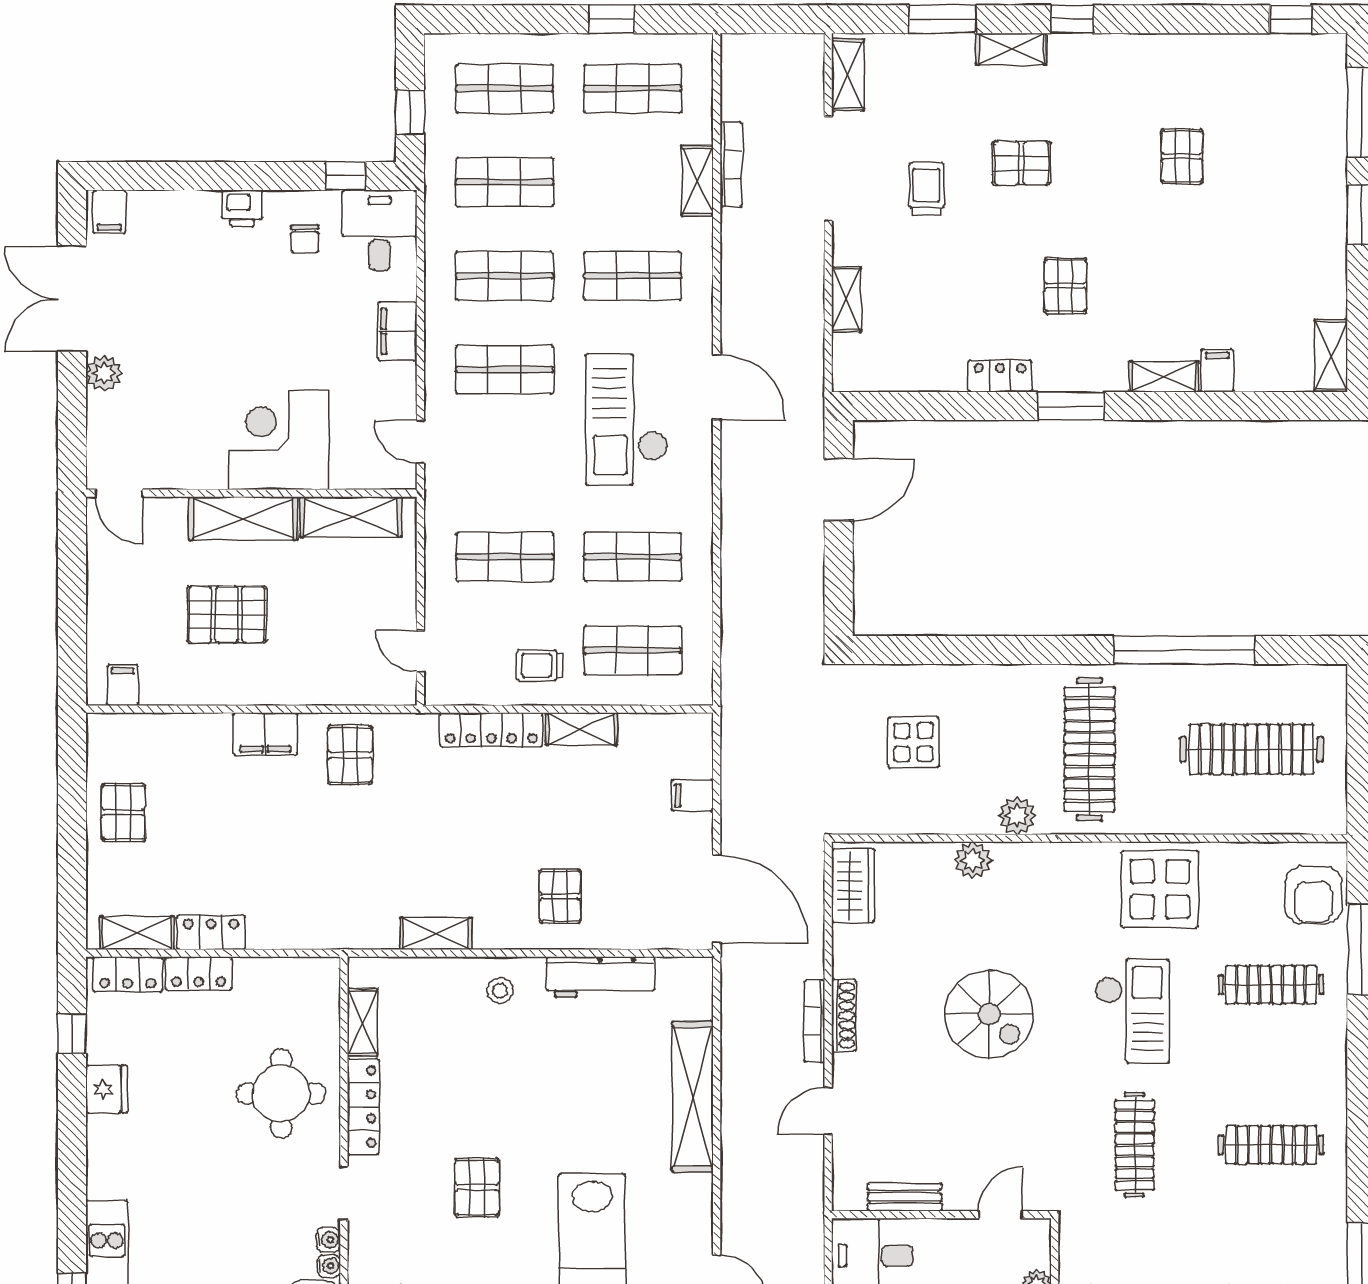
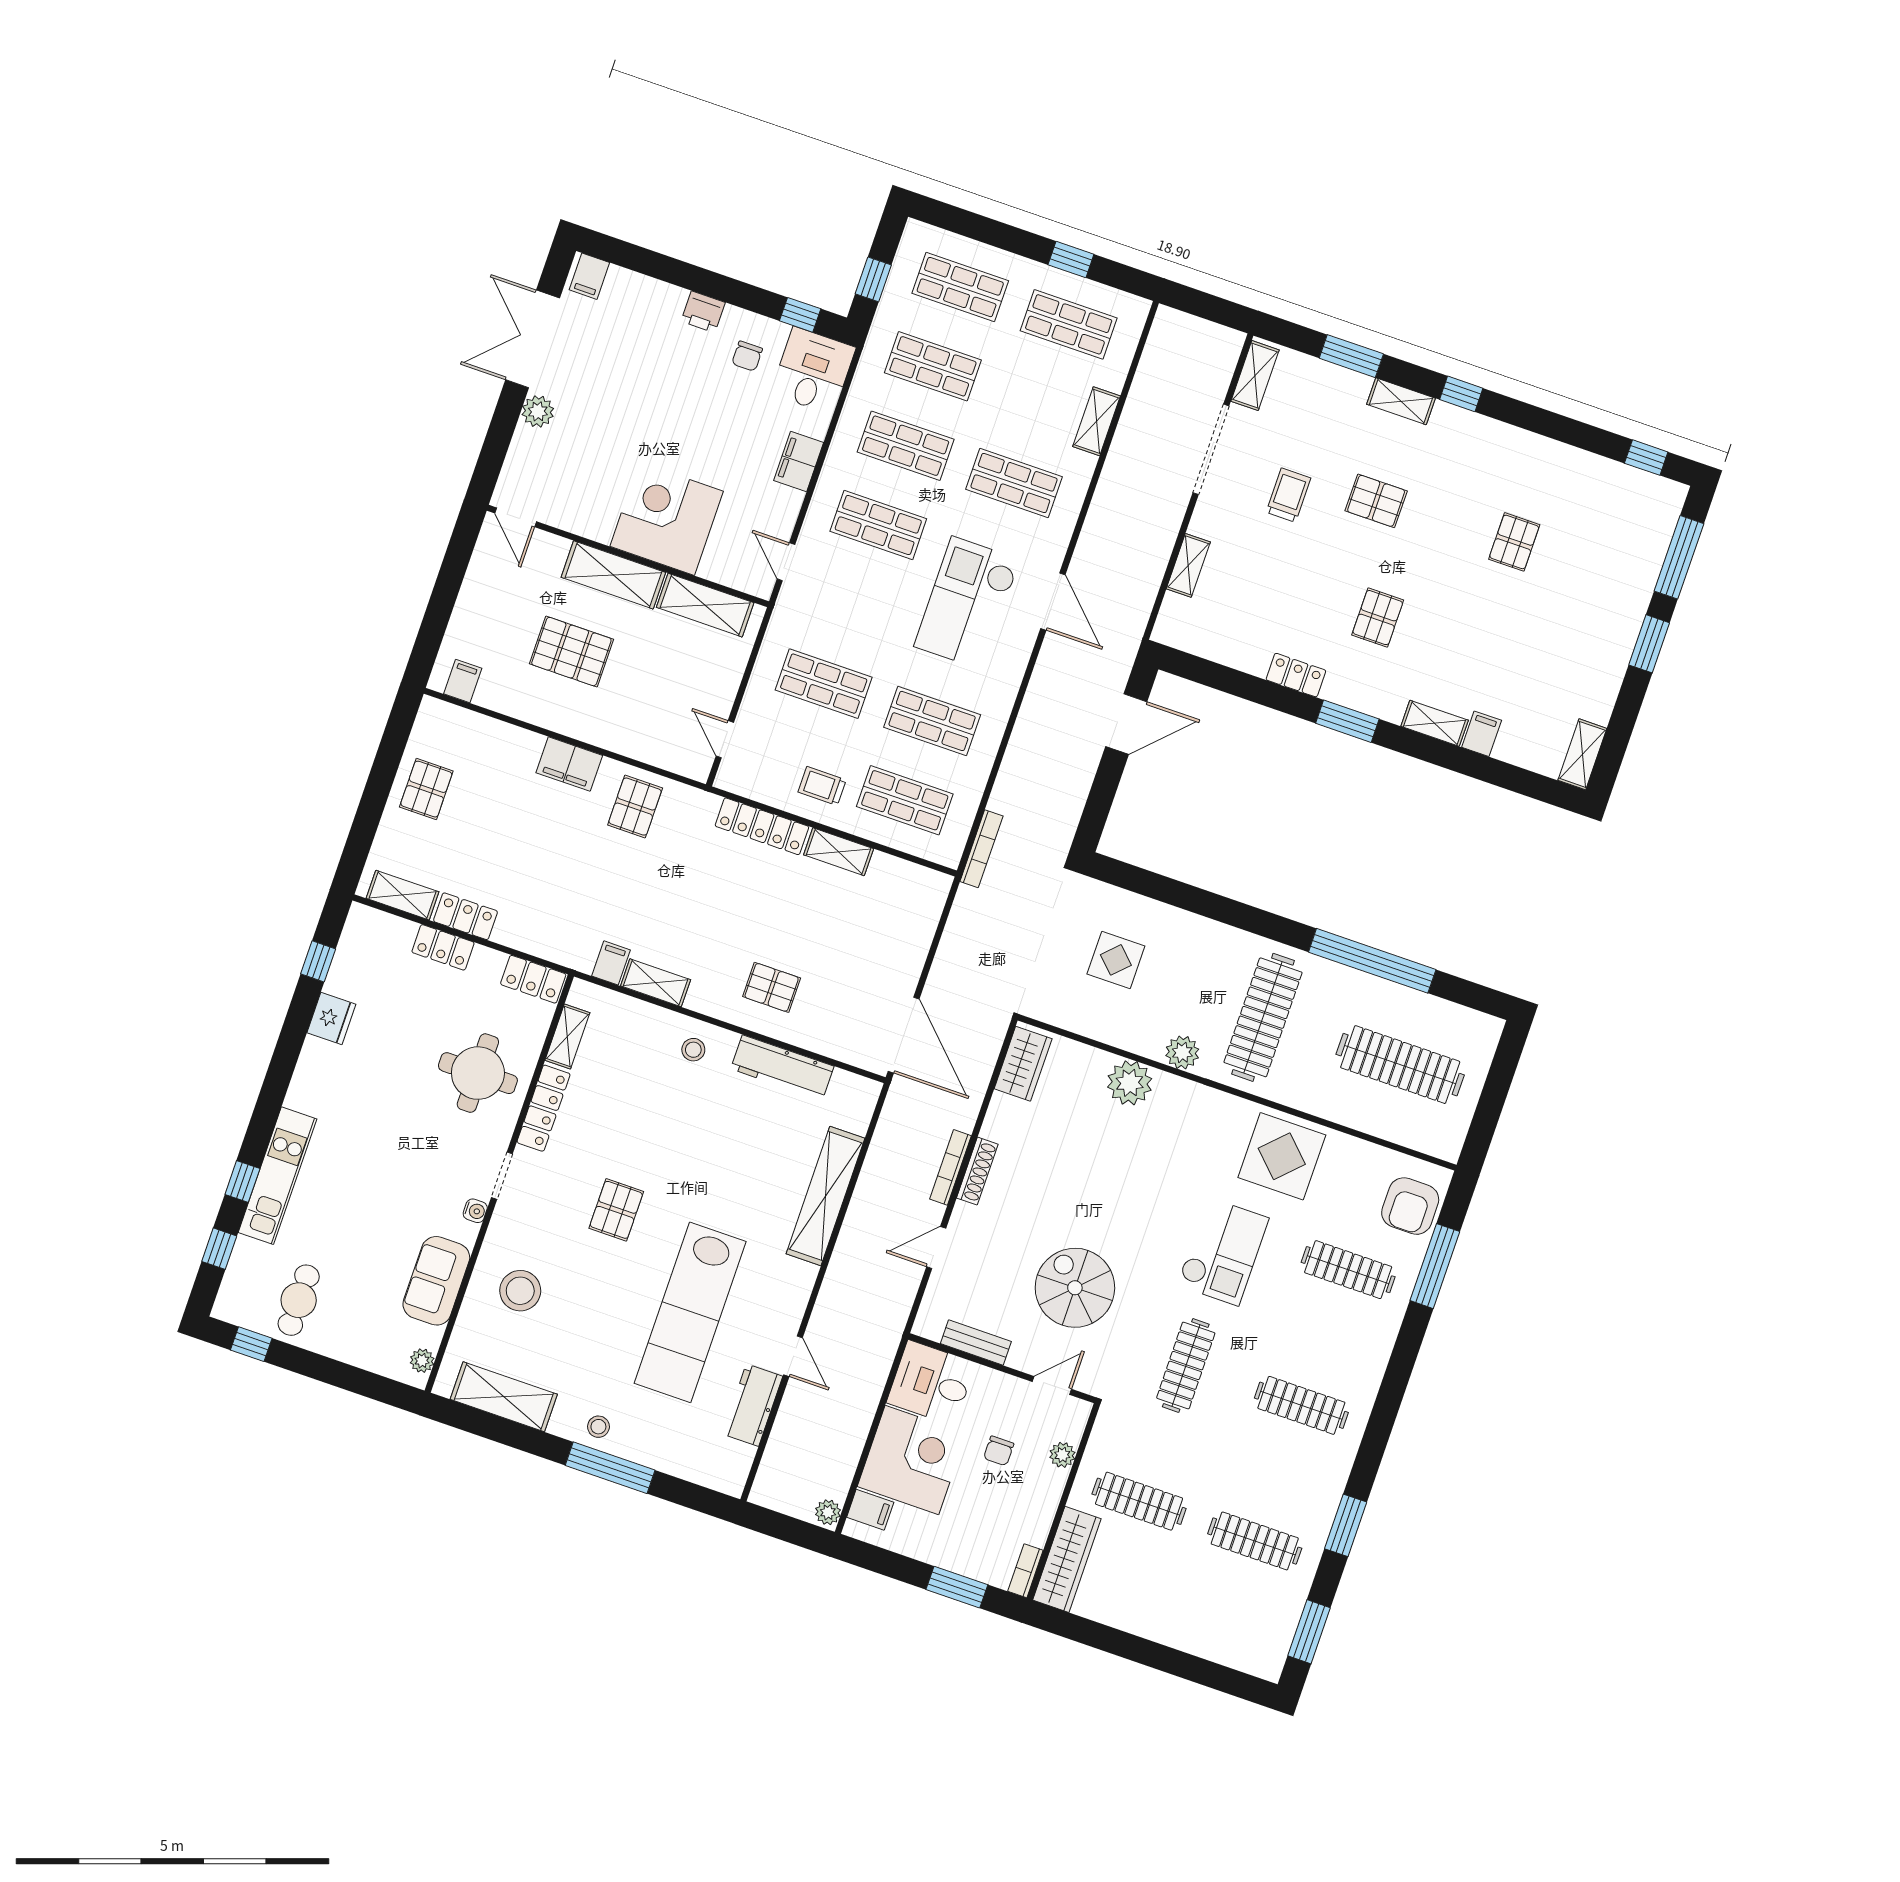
bookcase: (731, 165) -> (981, 849), moved
filing cabinet: (692, 795) -> (611, 963), moved, turned 90
plant: (973, 860) -> (1130, 1083), width x1.36, depth x1.36
pallet: (560, 896) -> (772, 987), turned 90
locker: (128, 974) -> (533, 979), moved
spiral stairs: (989, 1014) -> (1075, 1288), moved, turned 180
water cooler: (329, 1266) -> (468, 1233), removed

